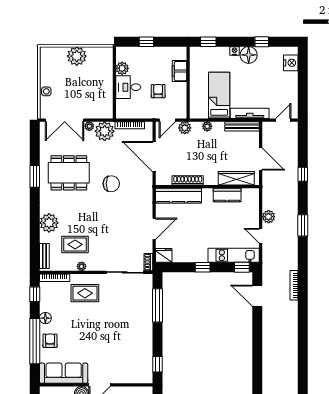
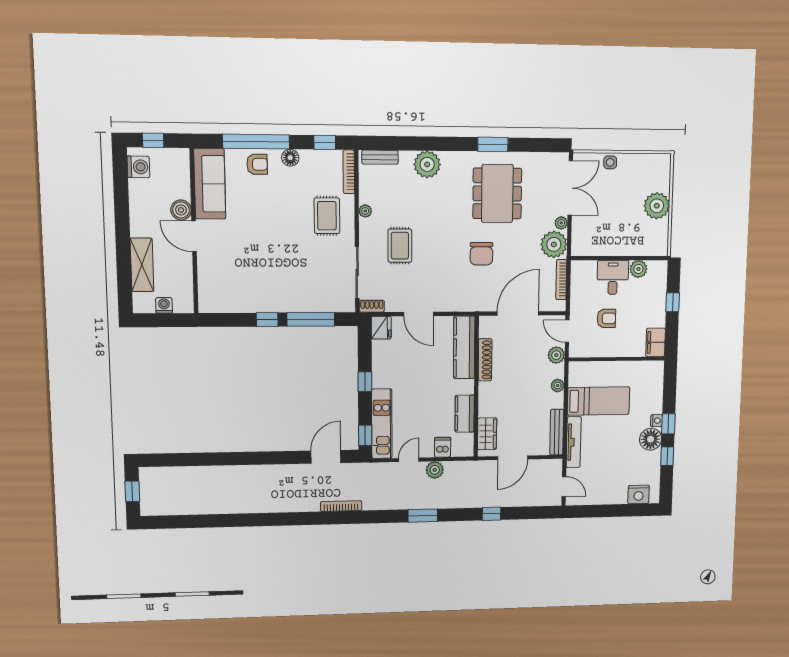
window: (208, 42) -> (668, 424), moved
filing cabinet: (180, 71) -> (656, 342), moved, turned -90
double door: (65, 120) -> (570, 188), swing flipped
wardrobe: (236, 178) -> (487, 434), width x0.67
dishwasher: (252, 211) -> (443, 447), added
rug: (75, 244) -> (400, 246), moved
window: (158, 364) -> (267, 320), moved

